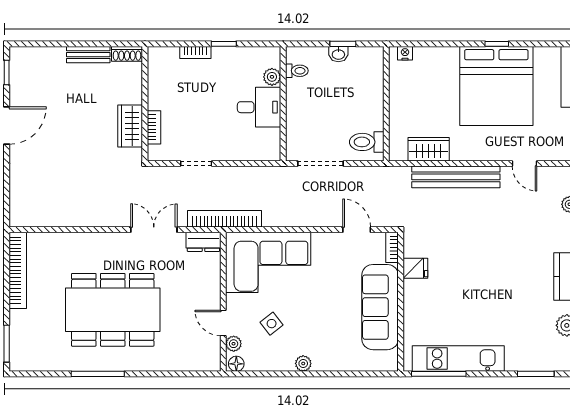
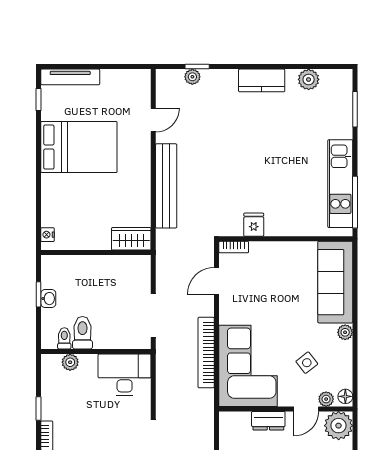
window: (497, 44) -> (38, 100), moved
bed: (496, 86) -> (79, 147), width x0.73
desk: (259, 107) -> (125, 375), moved, width x1.37
toilet: (367, 142) -> (82, 333), moved, turned 180
wardrobe: (429, 149) -> (131, 239), moved, turned 90
bookcase: (225, 219) -> (206, 353), moved
dresser: (203, 242) -> (268, 421), moved, turned 90
sofa: (380, 307) -> (335, 282), moved, turned 90
plant: (206, 357) -> (339, 426), added

